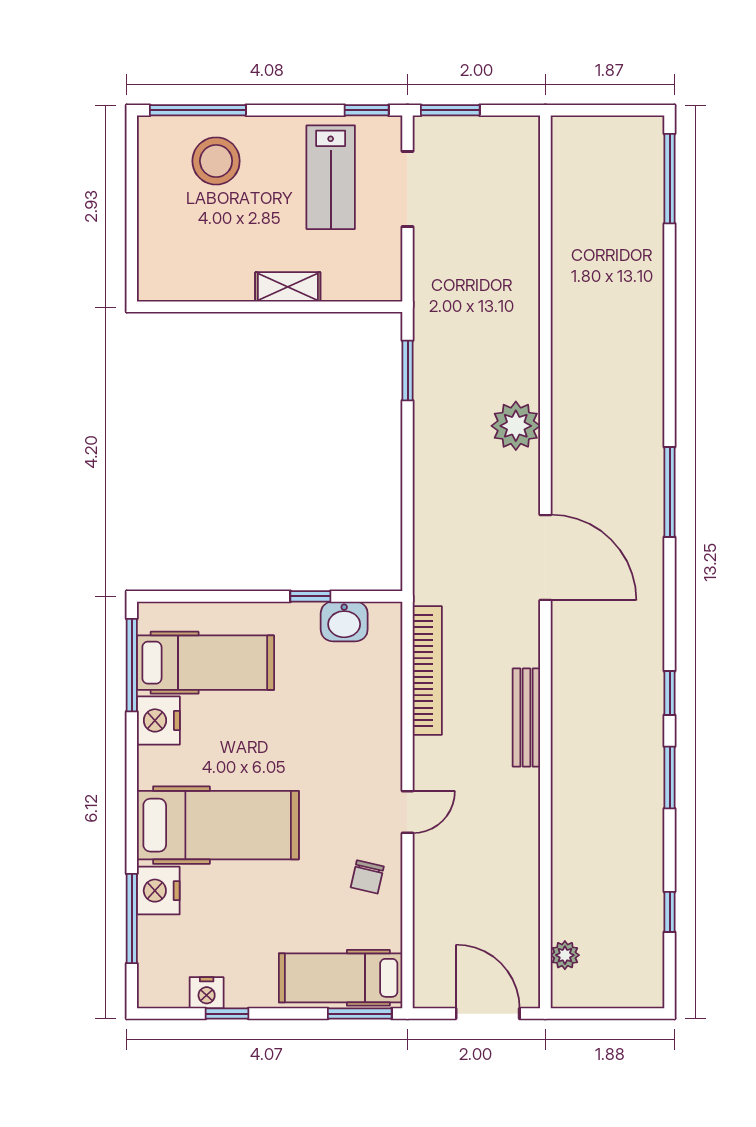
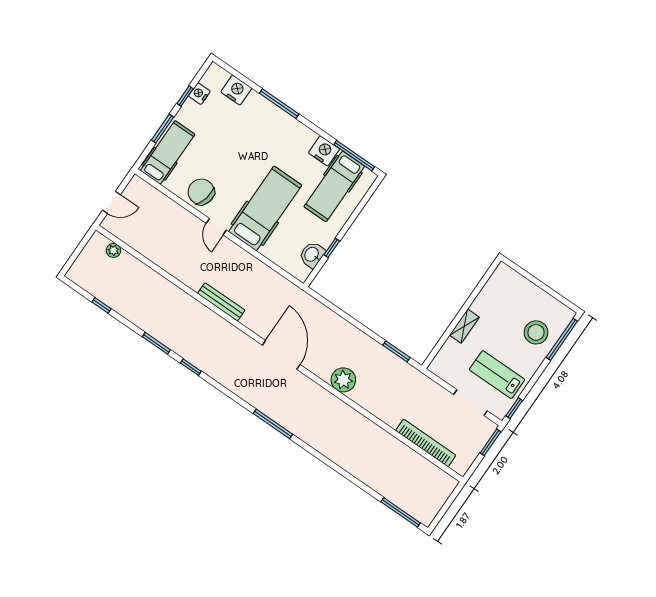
door: (545, 557) -> (281, 355), swing flipped
bookcase: (427, 671) -> (426, 443), moved, turned 180
hospital bed: (218, 825) -> (265, 208), moved, turned 180
chair: (367, 877) -> (201, 192), width x1.87, depth x1.87
nightstand: (158, 891) -> (236, 90), moved
window: (132, 919) -> (279, 104), moved
window: (360, 1014) -> (163, 129), moved
door: (488, 1014) -> (111, 202), width x0.73

